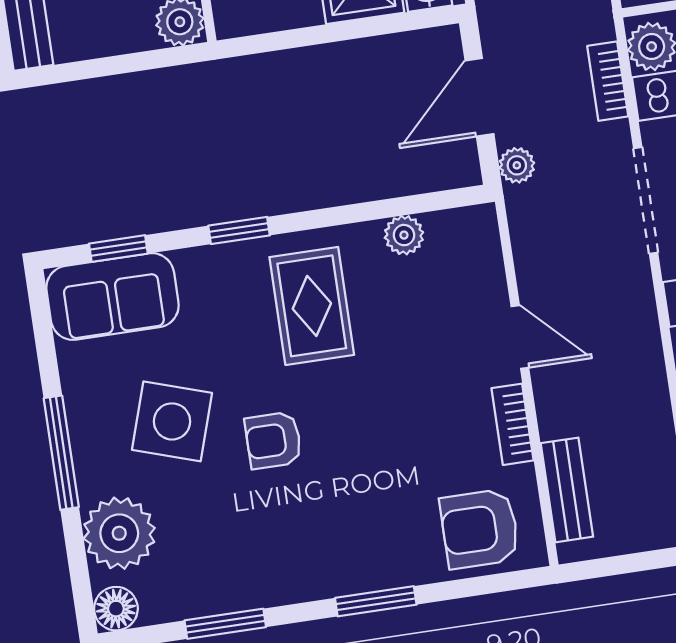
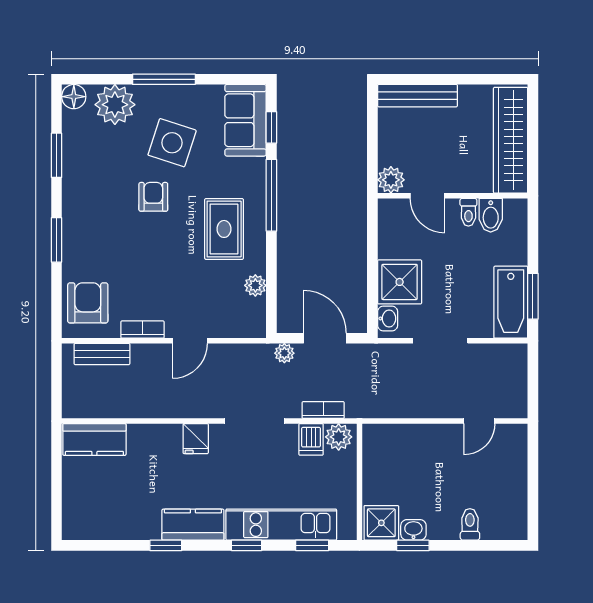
window: (239, 230) -> (271, 195), width x2.17
rug: (312, 306) -> (224, 229), turned 90

